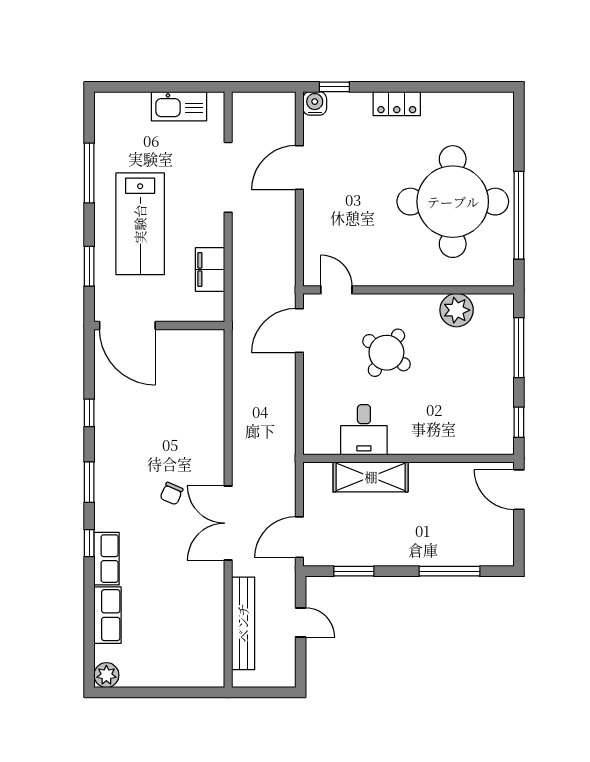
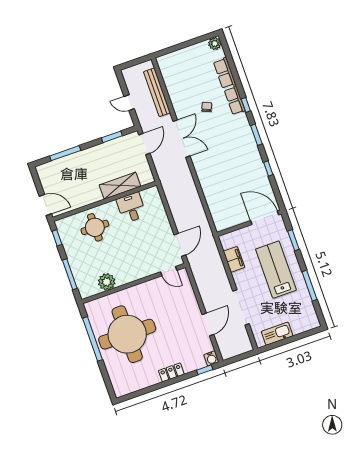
round table: (386, 353) -> (95, 227), moved, turned -34
chair: (172, 494) -> (207, 107), moved

